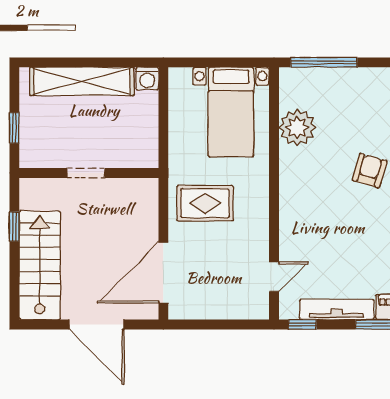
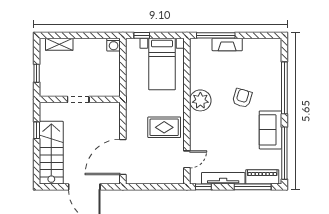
window: (196, 62) -> (142, 35), added
fireplace: (344, 78) -> (227, 44), added
shelving: (82, 81) -> (59, 44), width x0.45, depth x0.75
plant: (297, 127) -> (200, 100), moved
rug: (205, 203) -> (164, 127), moved

